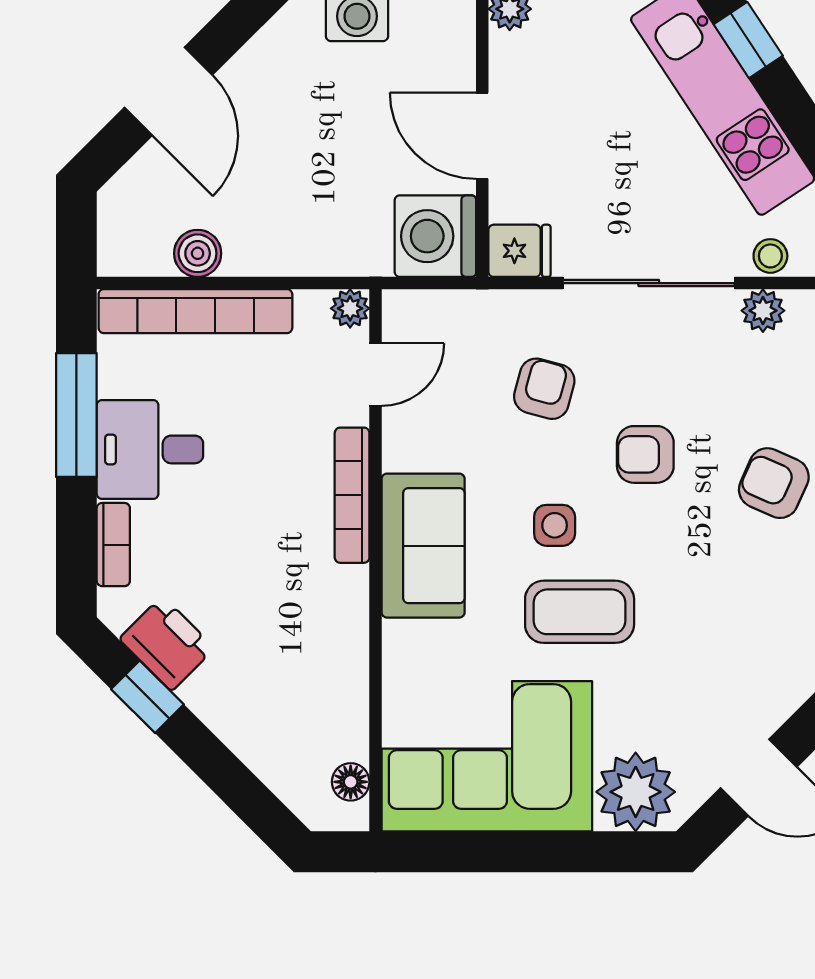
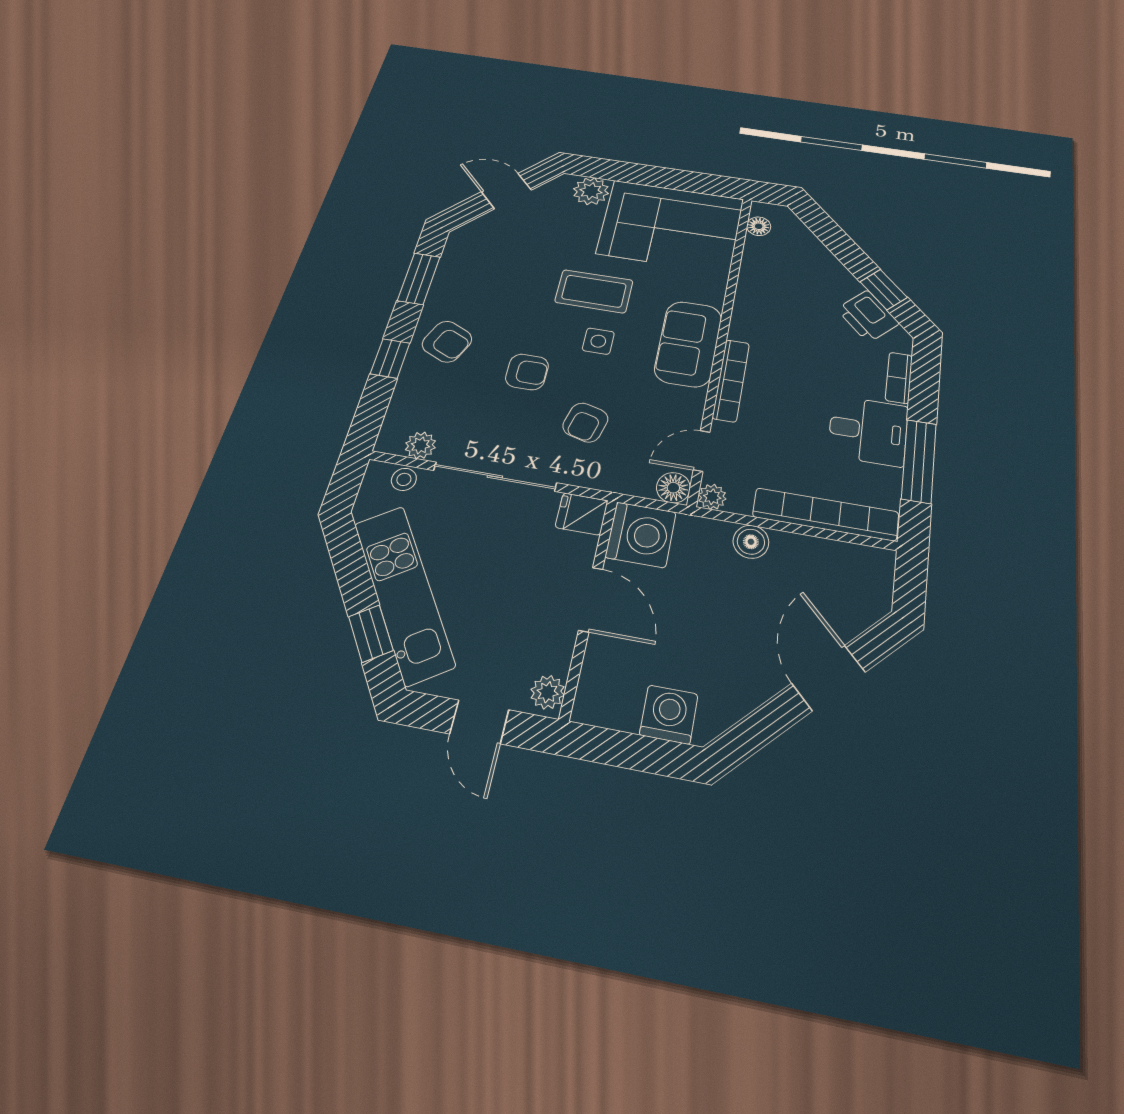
boiler: (198, 253) -> (751, 542), moved
floor lamp: (404, 312) -> (673, 488), added
plant: (636, 792) -> (591, 191), width x0.73, depth x0.73

